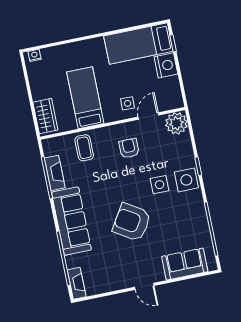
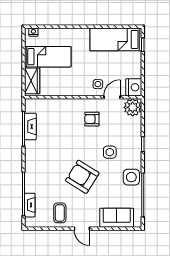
nightstand: (166, 65) -> (134, 87), moved
bed: (85, 98) -> (48, 57), moved, turned 90
coffee table: (84, 148) -> (60, 213), moved
armchair: (129, 148) -> (92, 119), turned -90
side table: (186, 180) -> (131, 177), moved
sofa: (71, 221) -> (36, 166), removed
fireplace: (77, 283) -> (30, 205), moved

